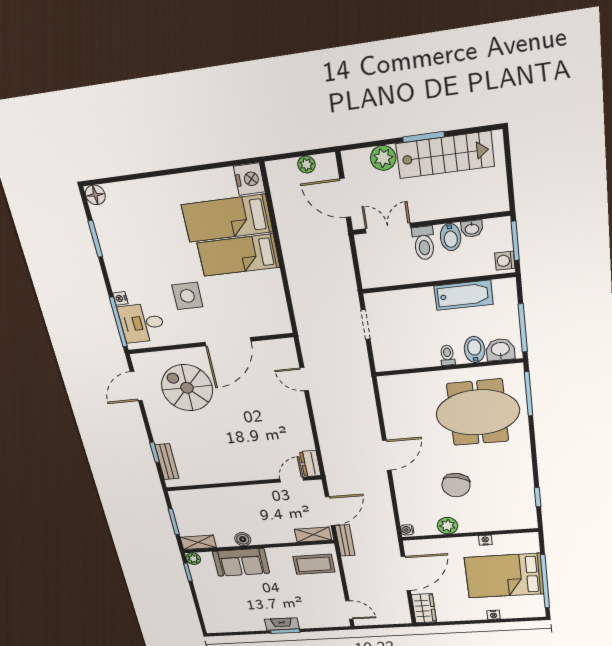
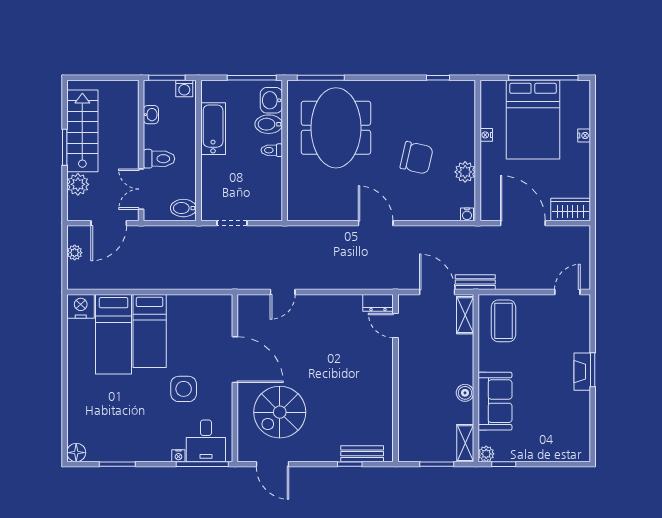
bidet: (451, 237) -> (183, 208), moved, turned 180

